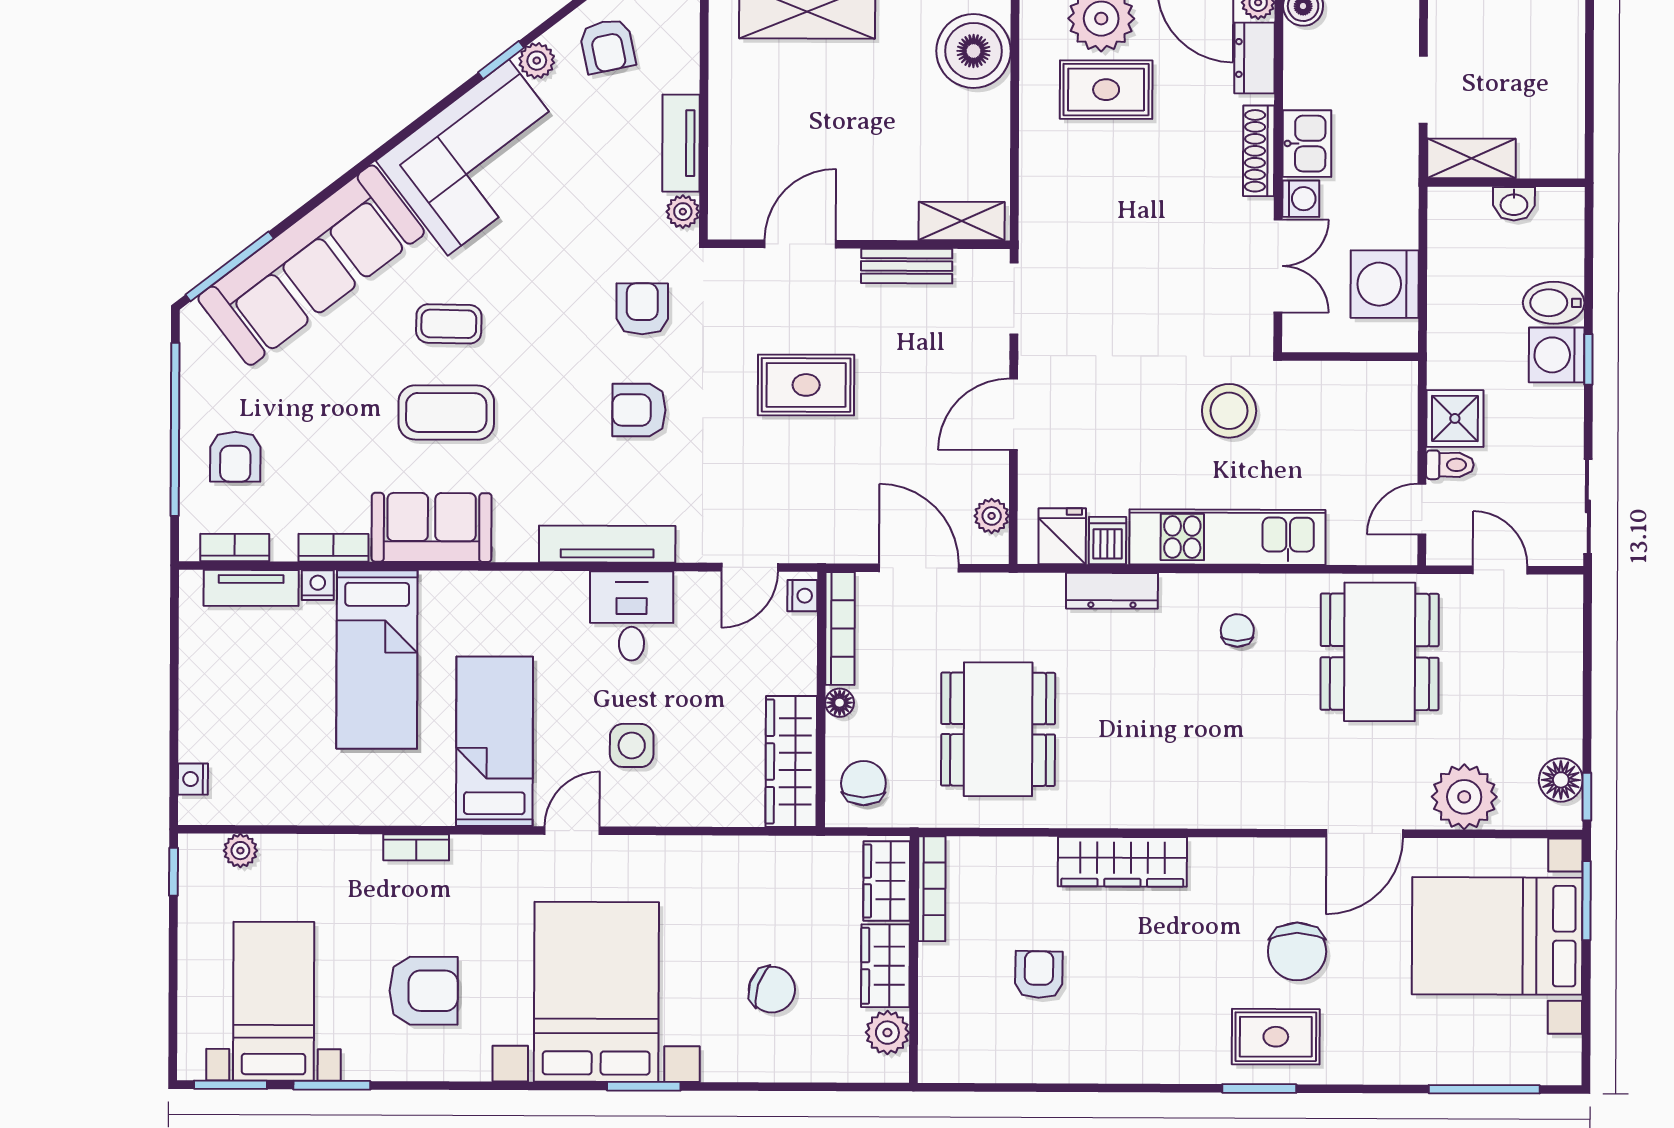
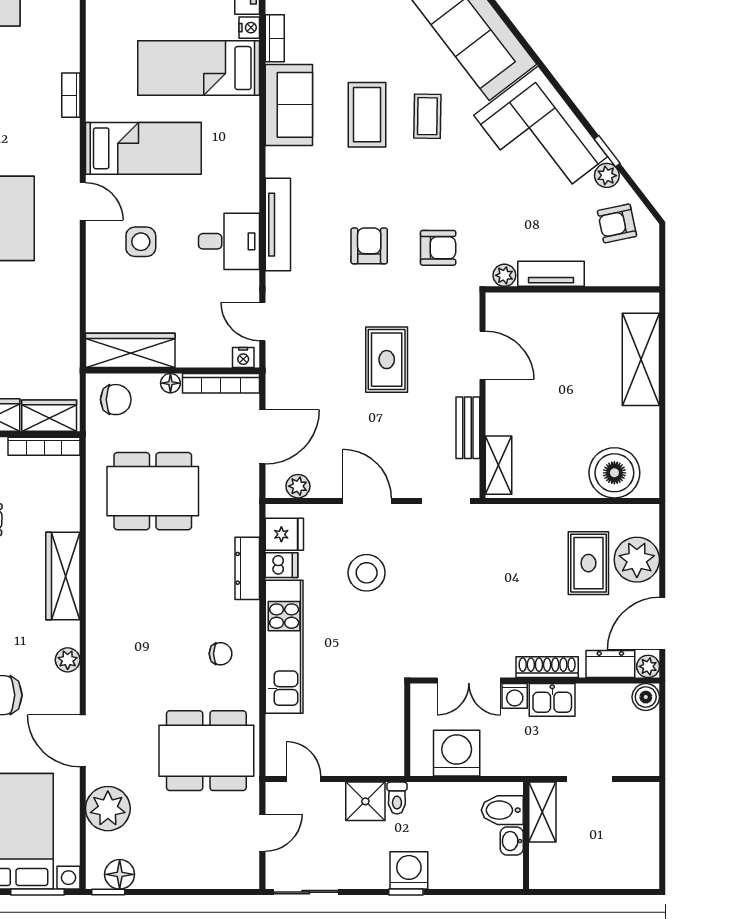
bidet: (1554, 303) -> (502, 810), moved, turned -90
stool: (1229, 411) -> (367, 573), moved
toilet: (1450, 465) -> (397, 798), moved
plant: (1246, 855) -> (68, 660), added

